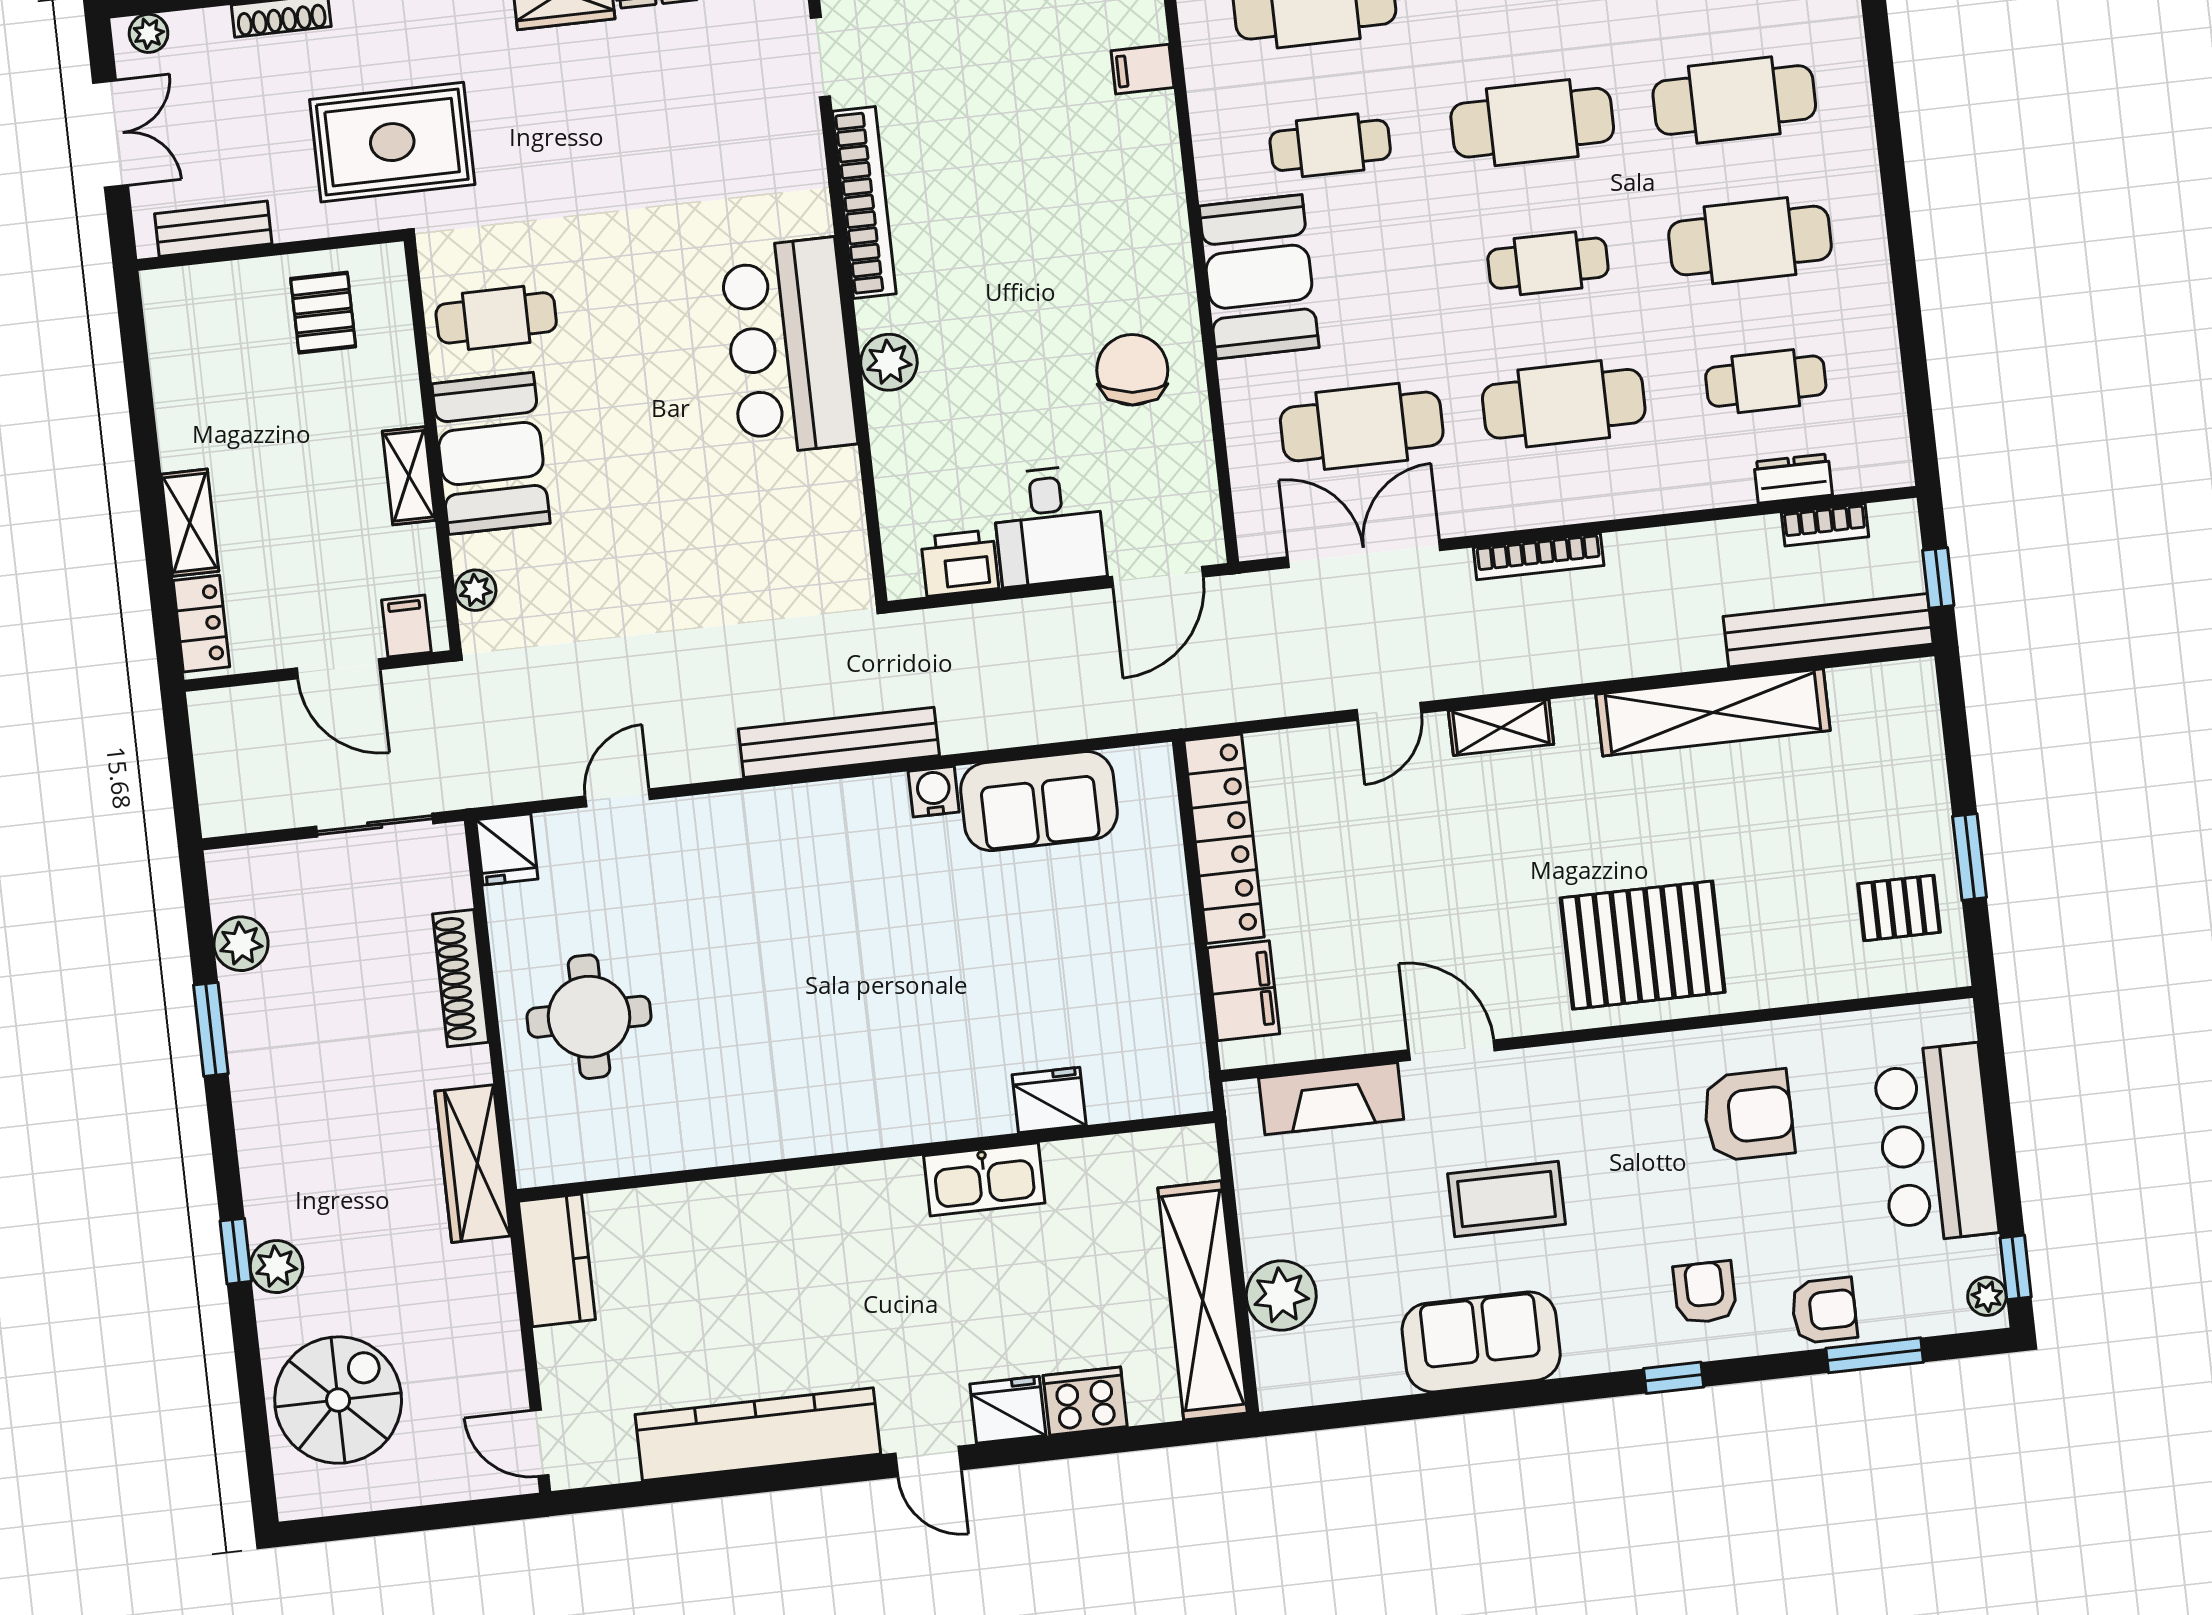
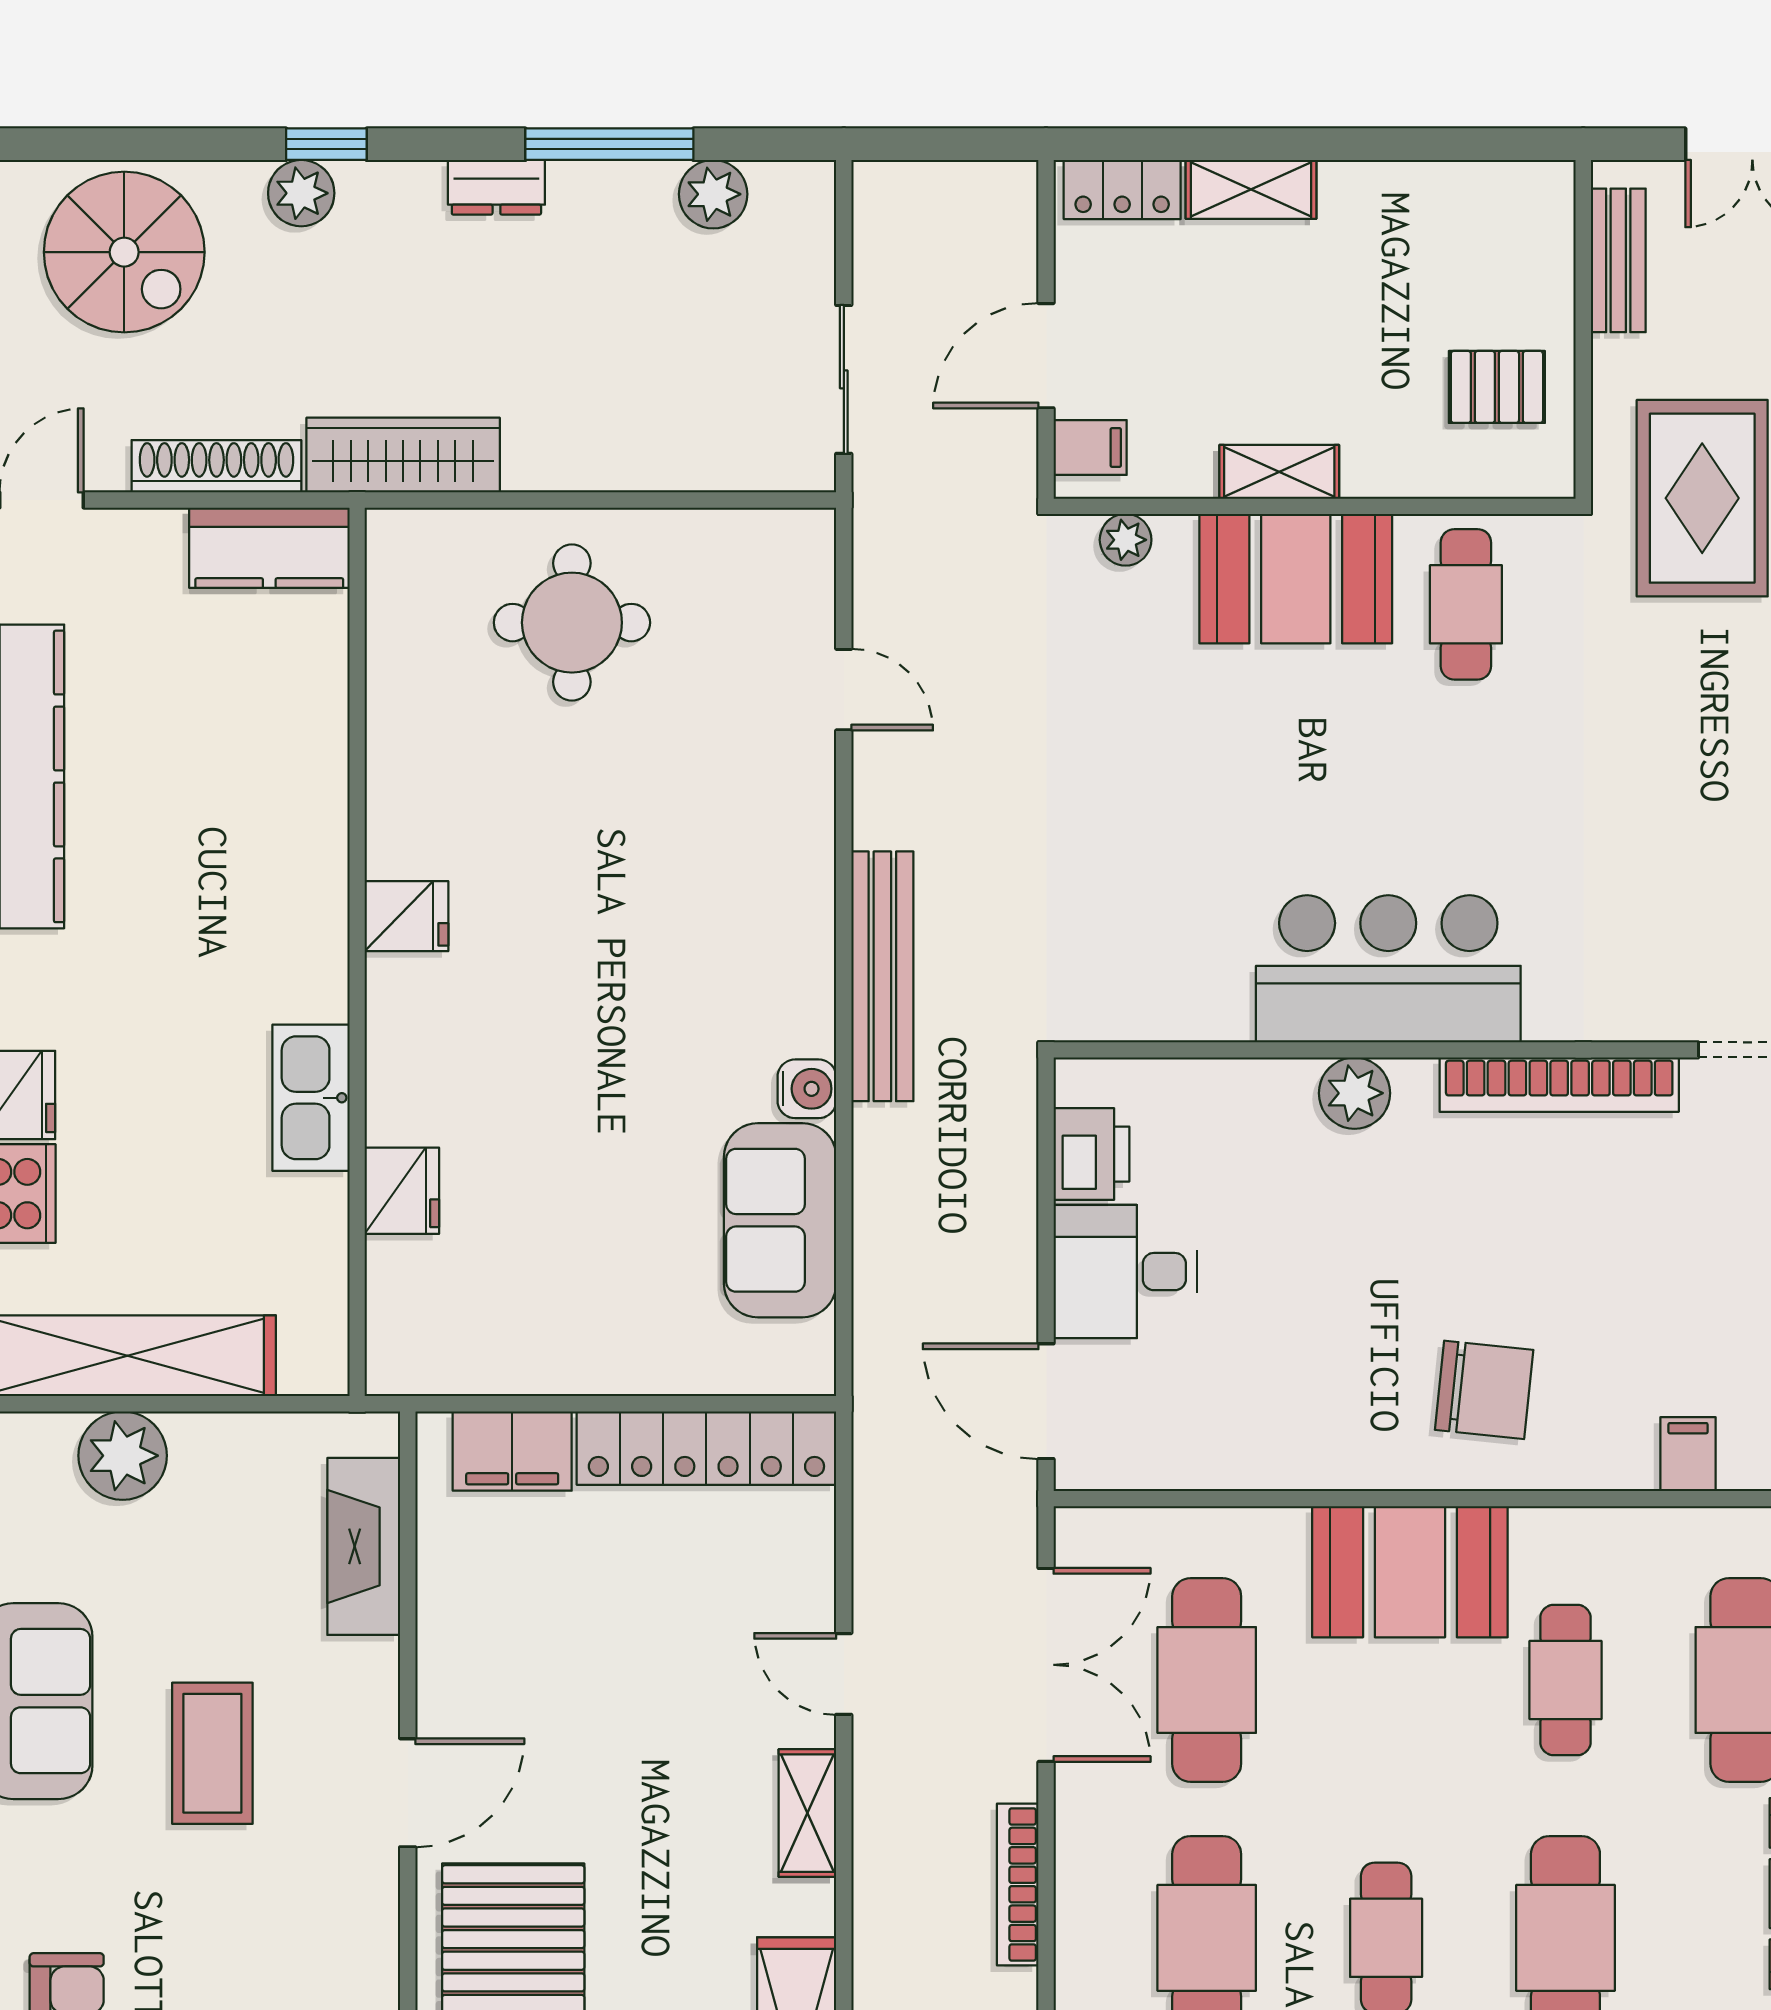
chair: (1132, 370) -> (1484, 1390), moved
fridge: (507, 849) -> (406, 916), moved, turned 180
shoe rack: (461, 978) -> (216, 466), moved
window: (211, 1029) -> (609, 144), width x1.44
door: (1452, 1050) -> (408, 1793), moved
dresser: (255, 1114) -> (496, 187), added

